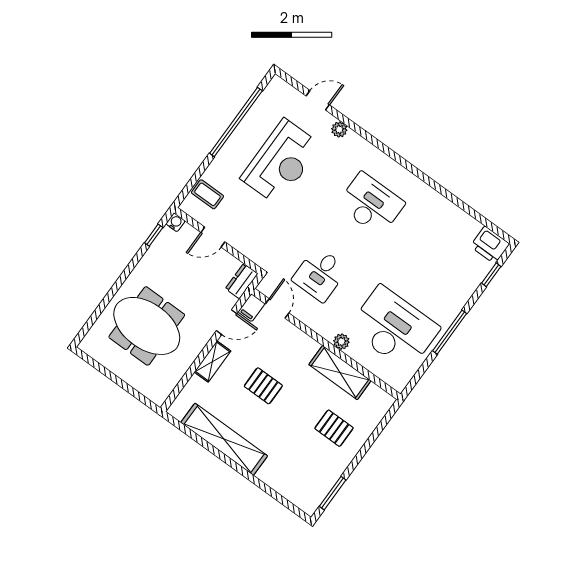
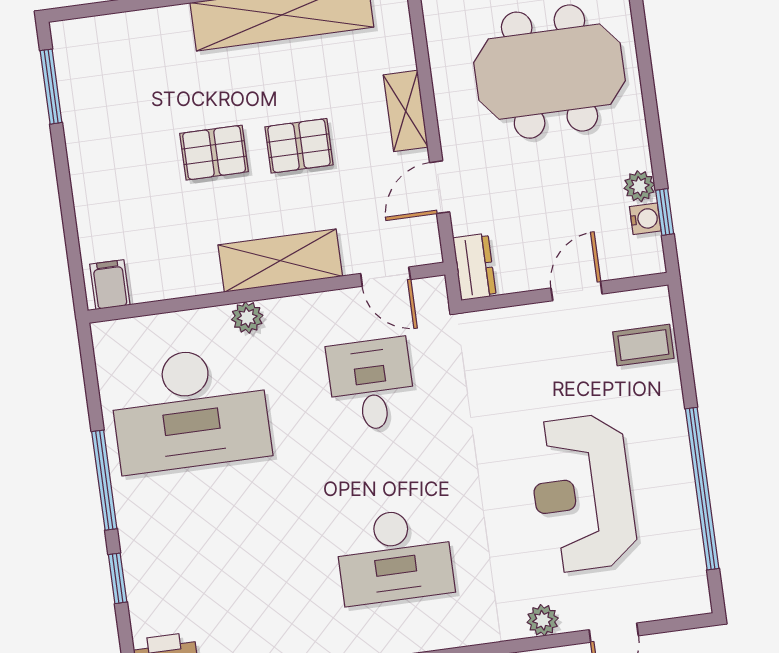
water cooler: (175, 222) -> (645, 219), moved, turned -90
plant: (154, 253) -> (639, 186), added
window: (491, 275) -> (118, 578), moved
filing cabinet: (251, 308) -> (110, 285), moved
shelving: (340, 373) -> (280, 261), moved
pallet: (334, 428) -> (214, 153), moved

